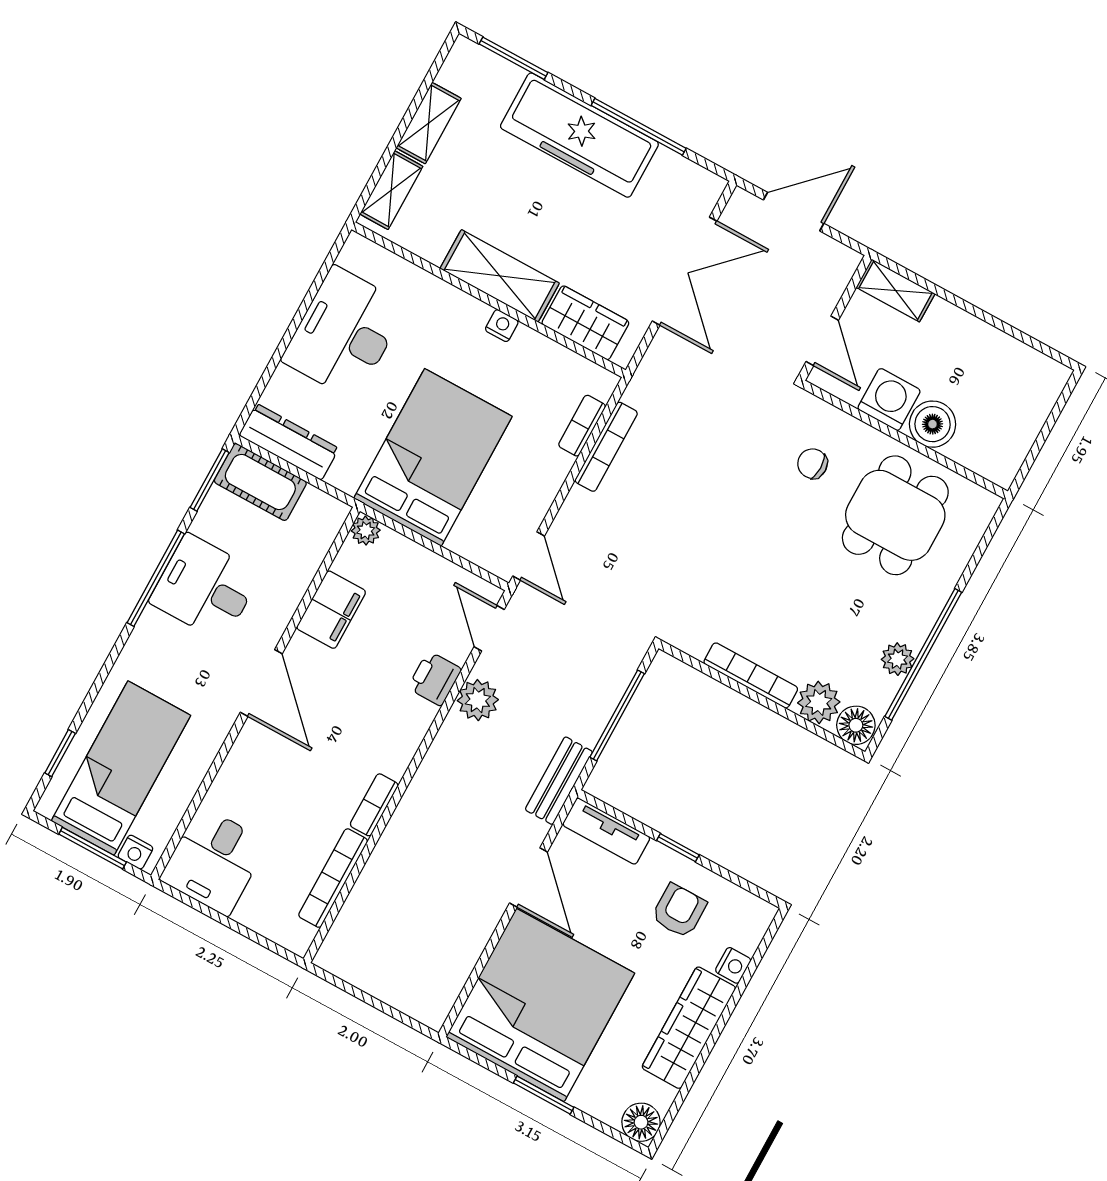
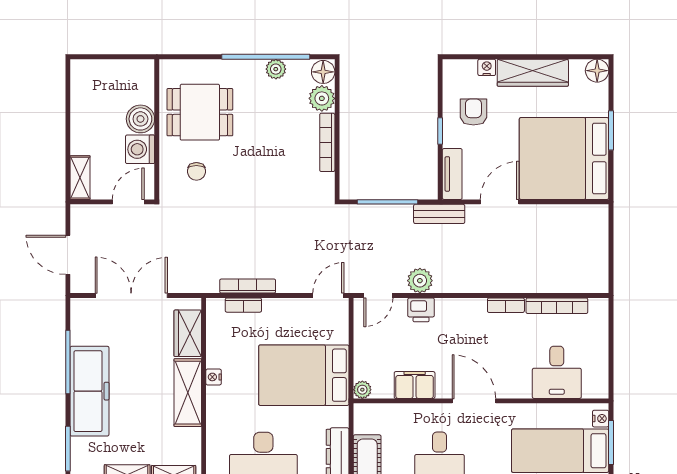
door: (261, 683) -> (474, 401), hinge flipped
desk: (214, 861) -> (557, 372), moved, turned 90
armchair: (679, 911) -> (473, 112), turned 90

